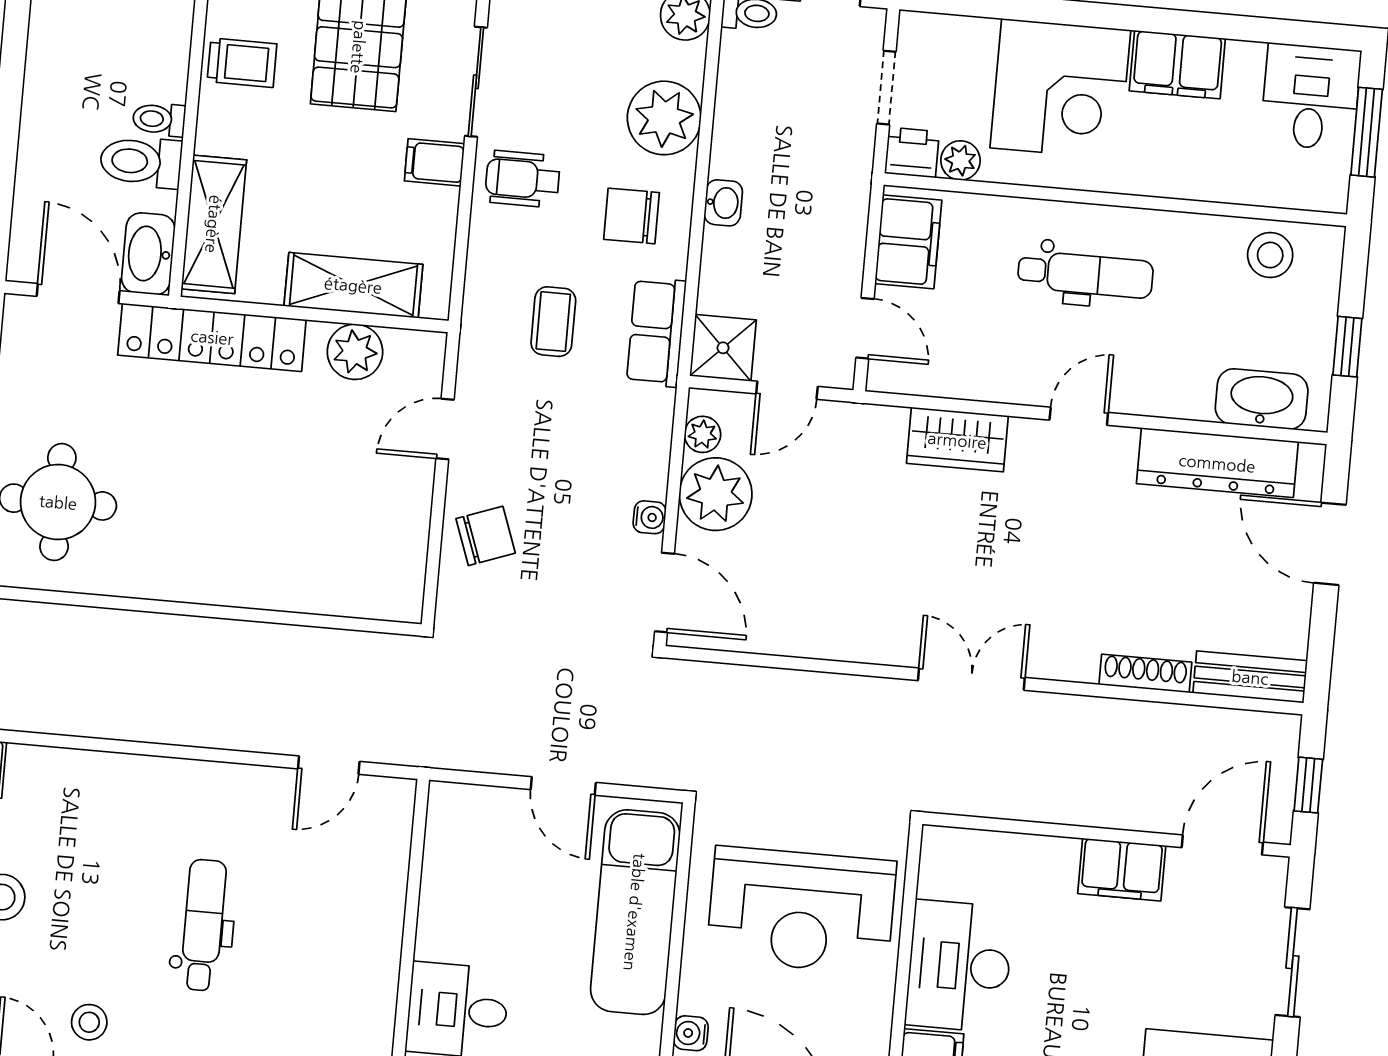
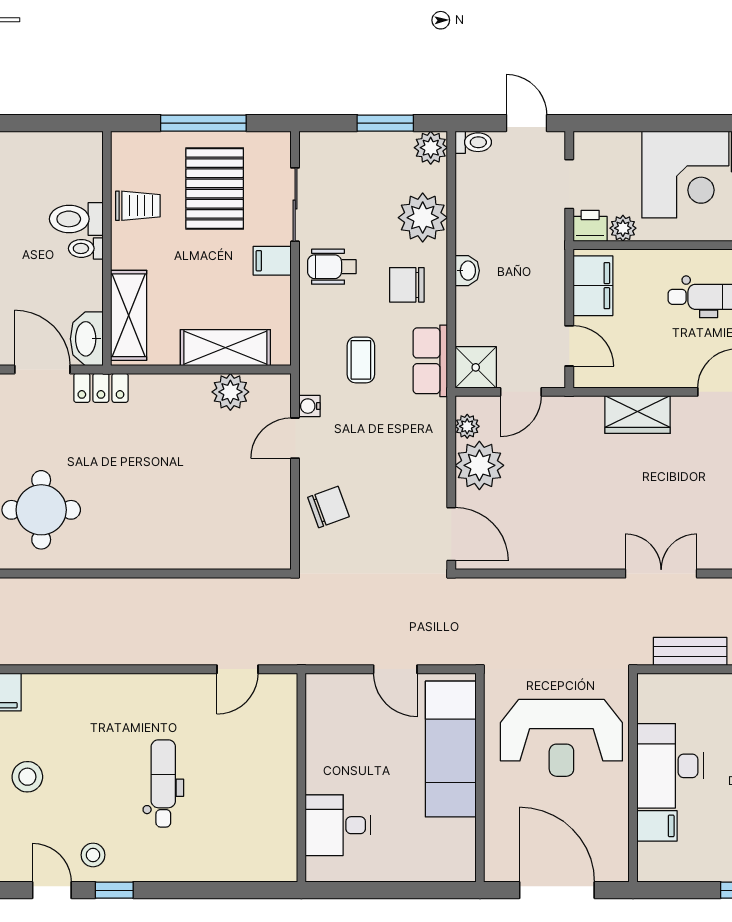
toilet: (141, 162) -> (76, 219), moved
locker: (212, 337) -> (101, 388), width x0.46, depth x0.83
water cooler: (650, 517) -> (309, 406), moved, turned 180
bench: (1004, 799) -> (690, 651), added
water cooler: (691, 1033) -> (495, 827), removed

